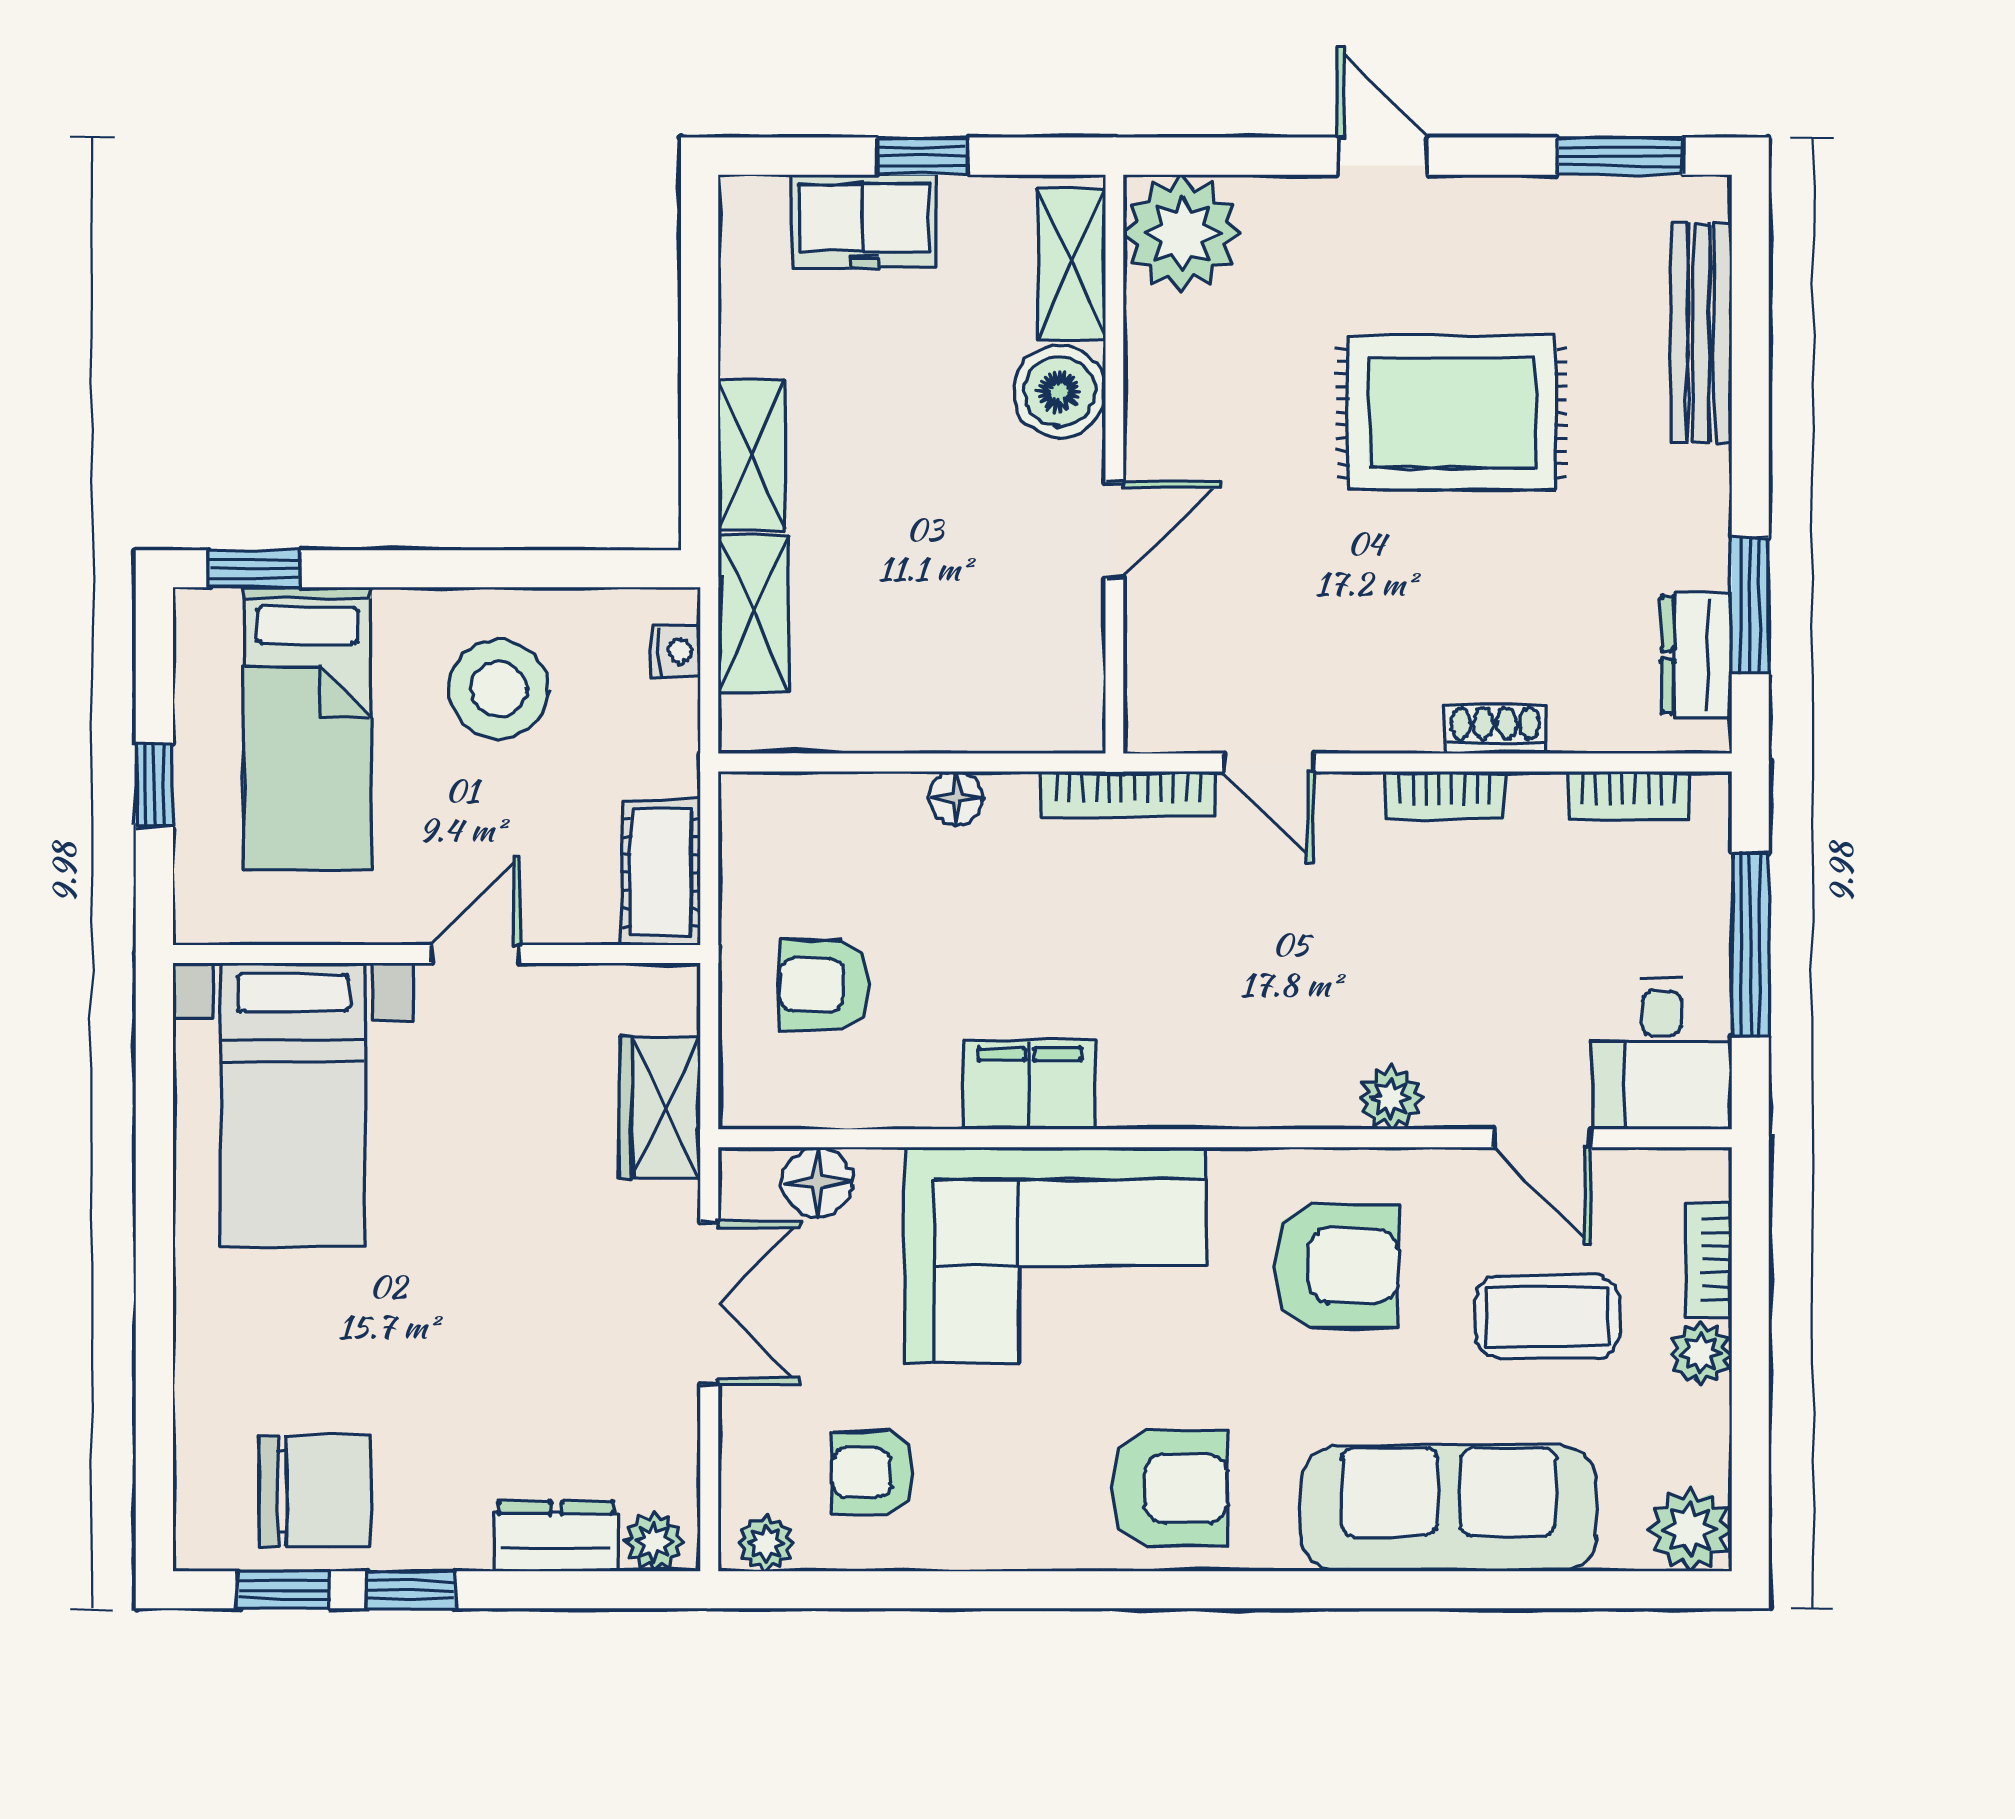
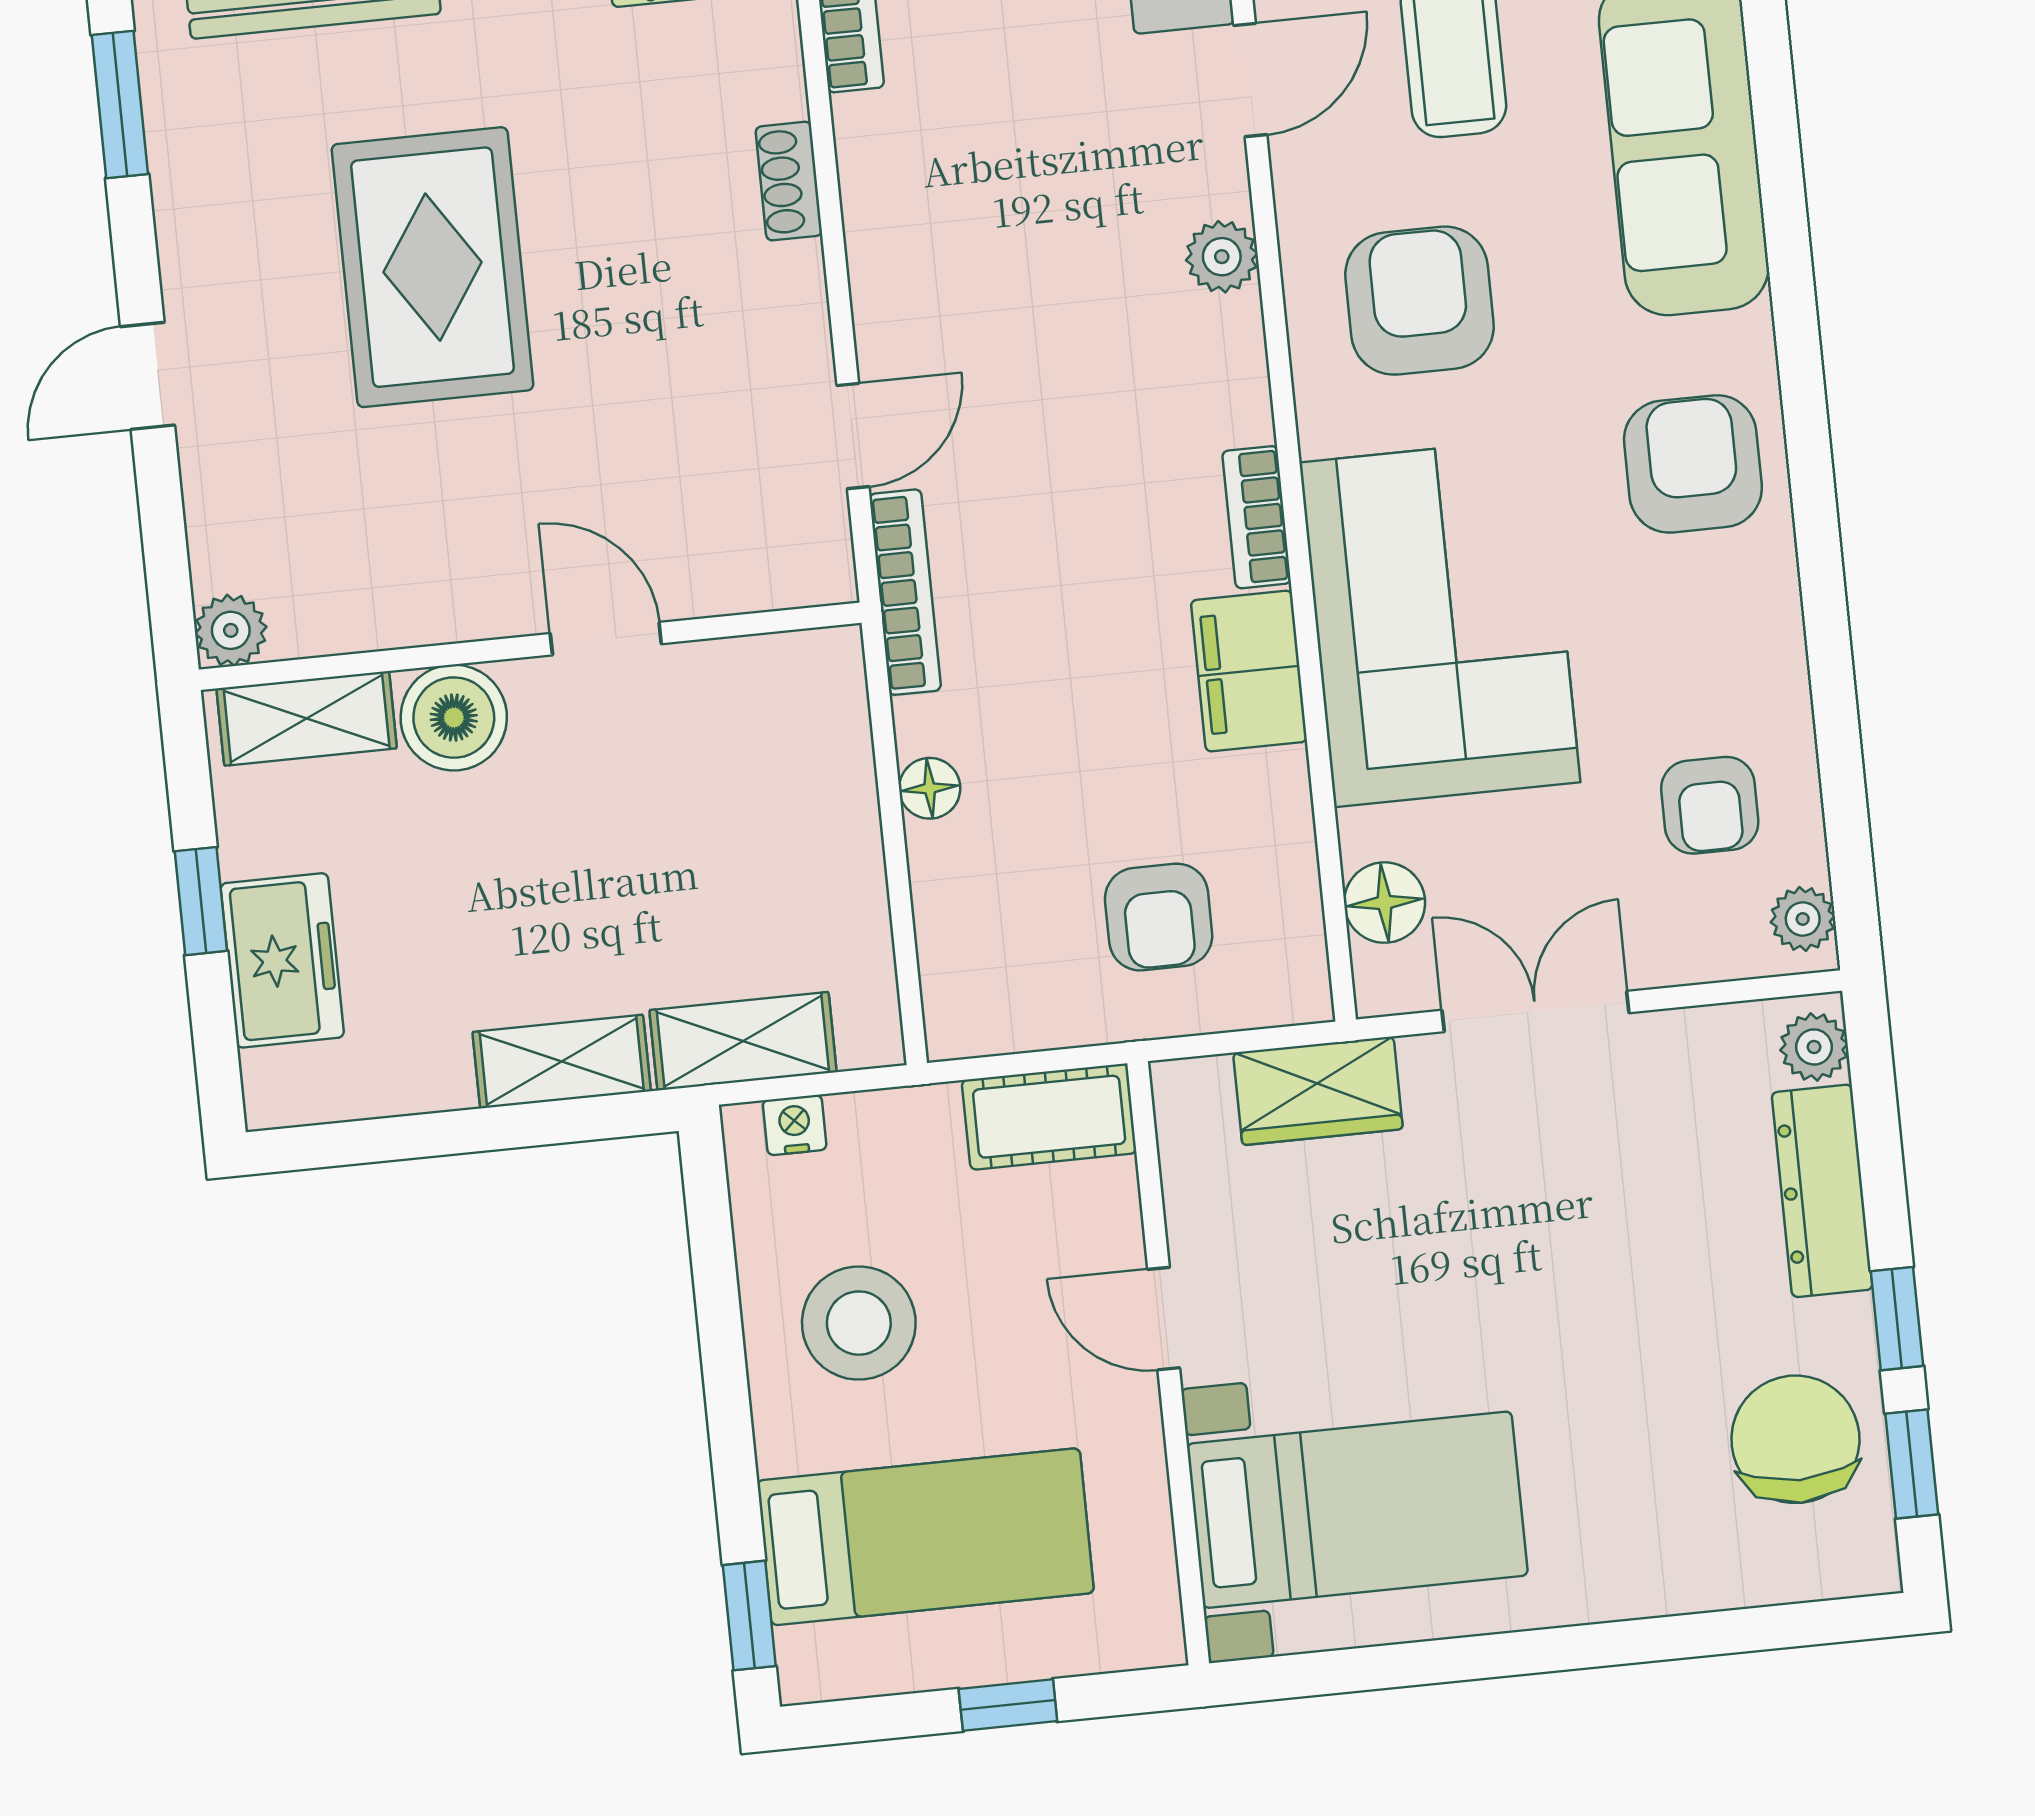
plant: (1182, 233) -> (231, 630), width x0.53, depth x0.53
bookcase: (1445, 795) -> (1257, 517), moved, turned 180
dresser: (556, 1536) -> (1822, 1191), width x1.44

